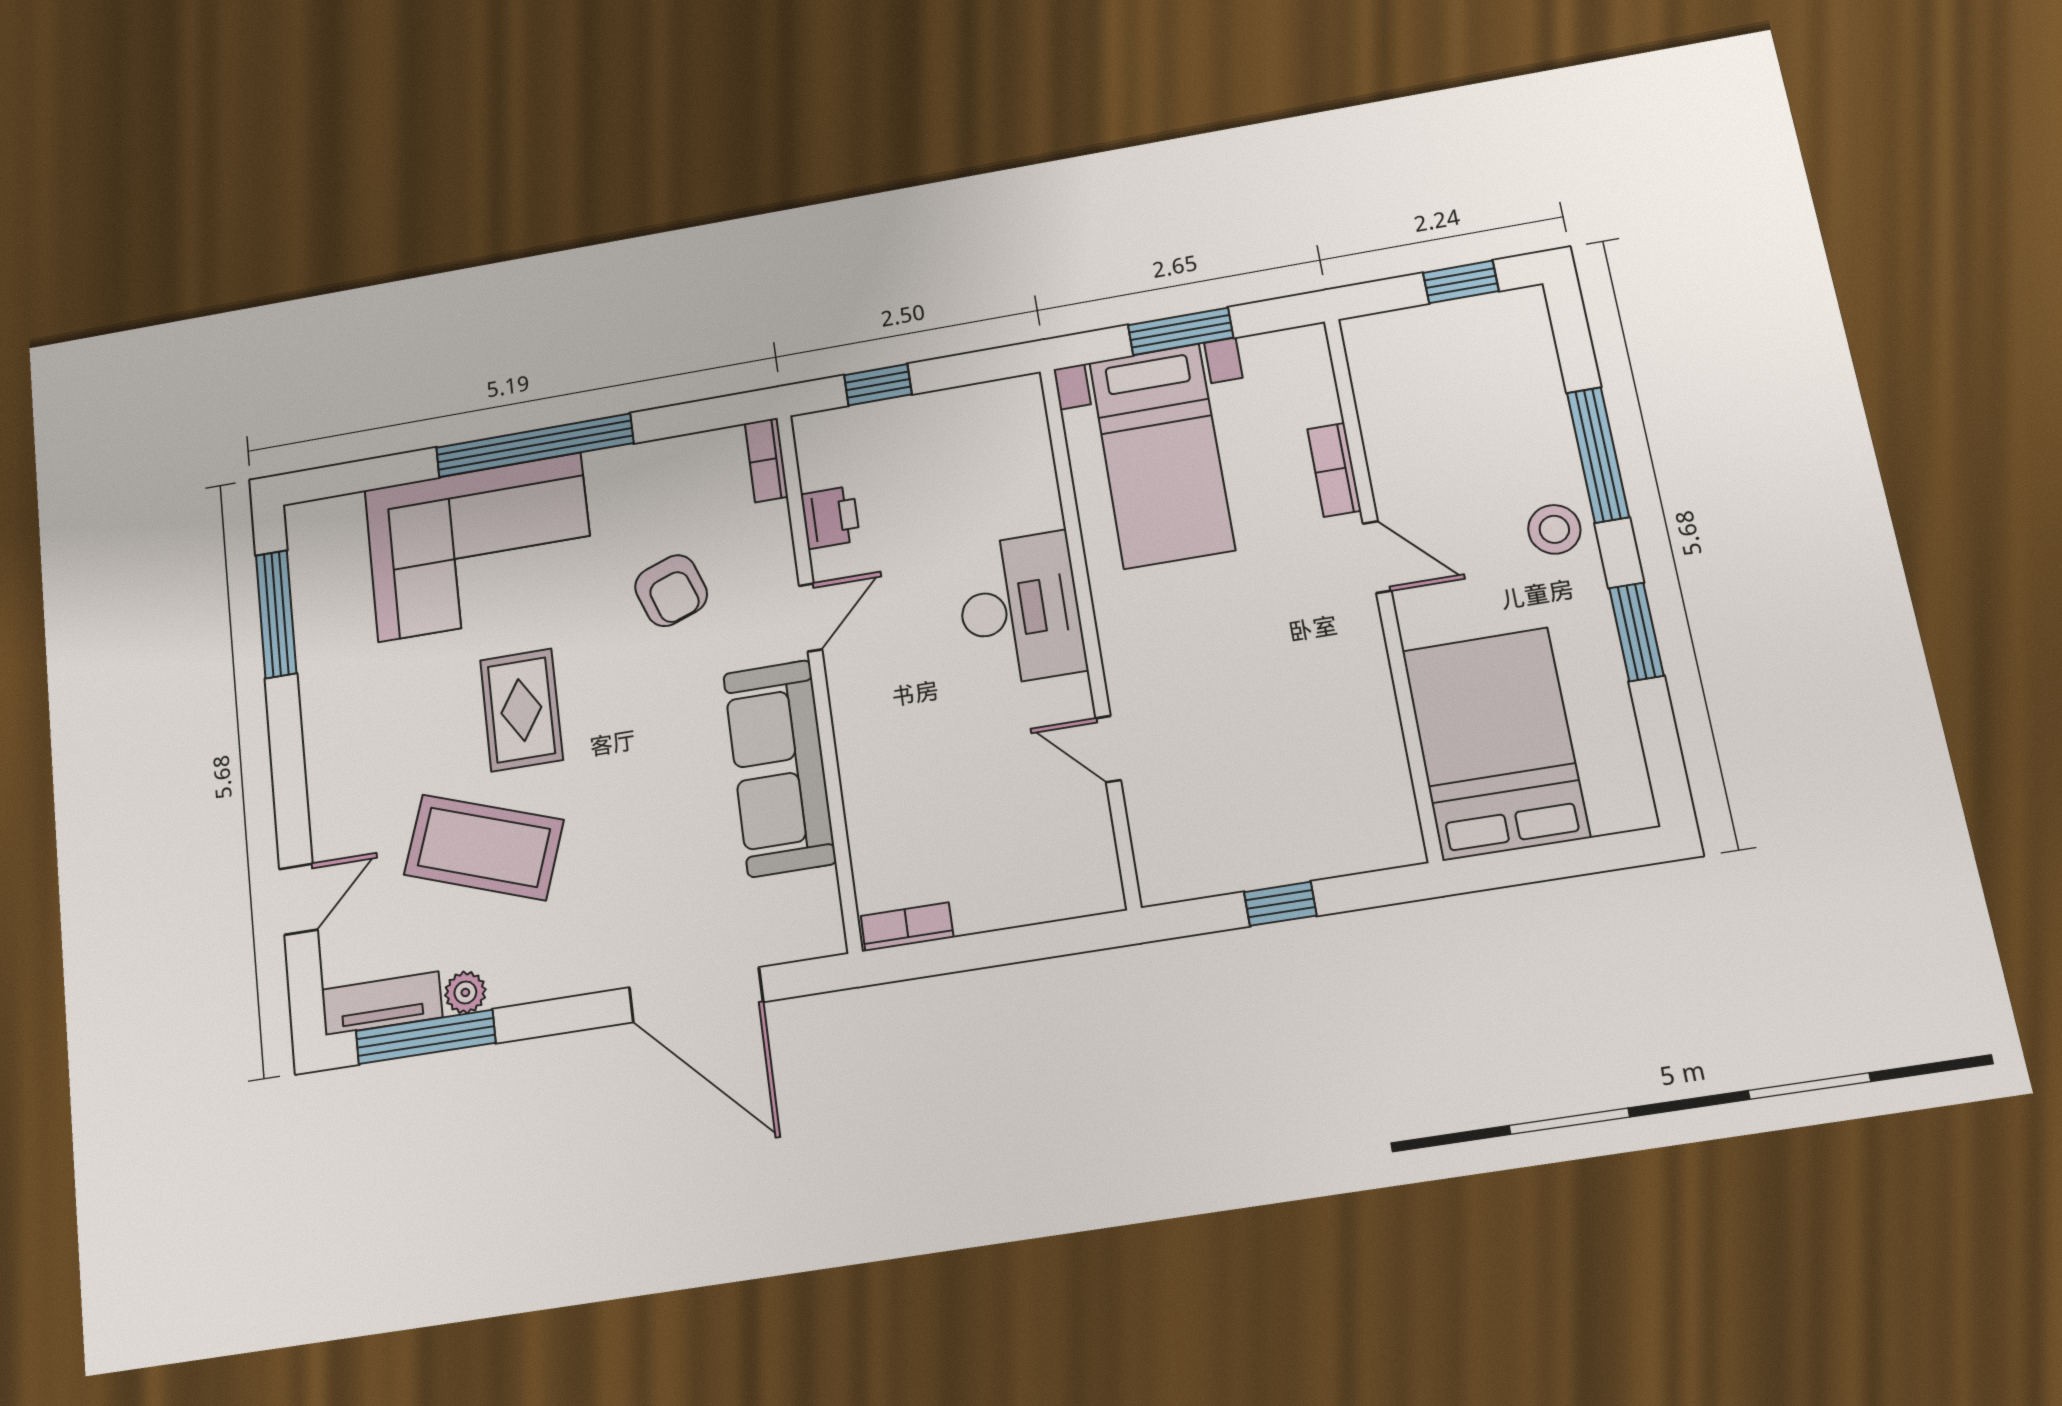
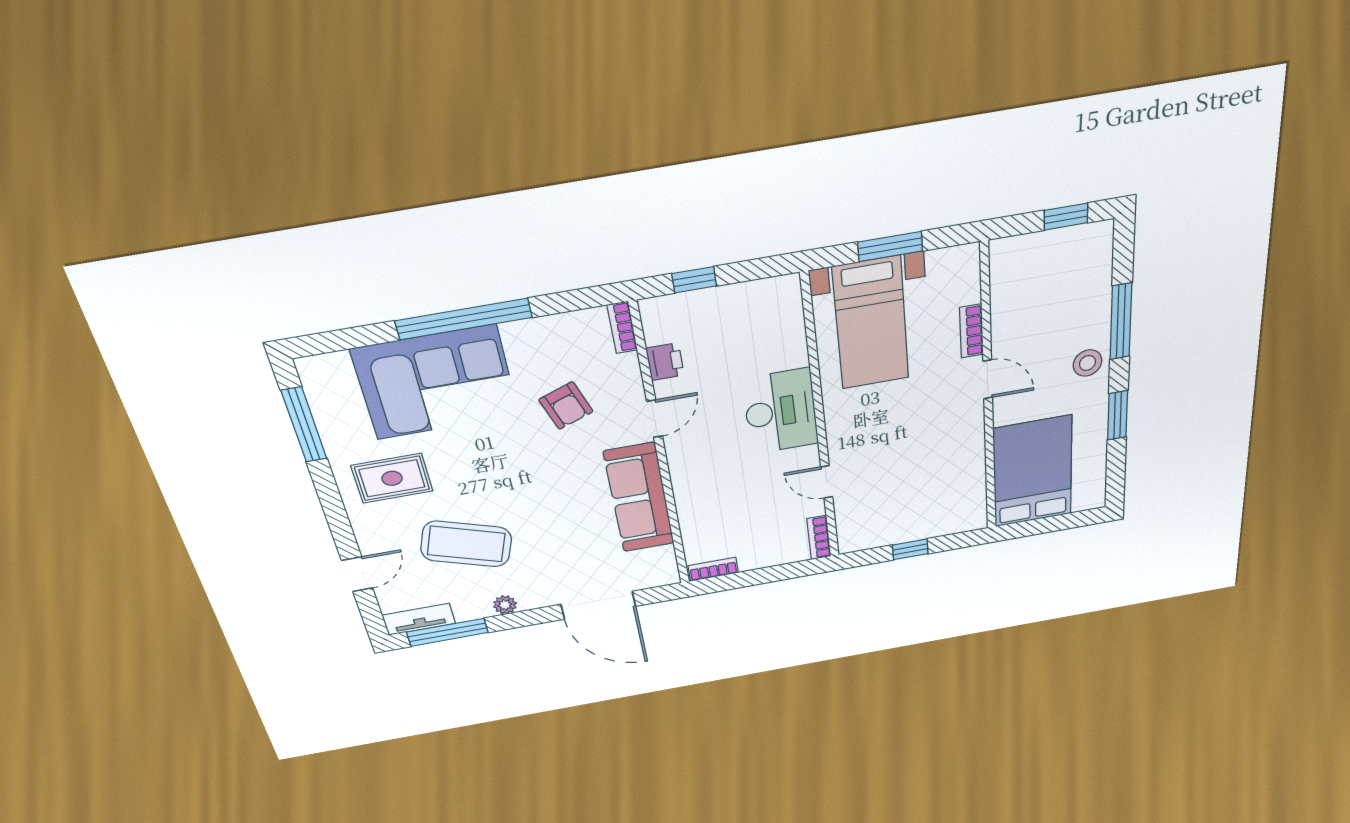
rug: (521, 710) -> (392, 478), moved, turned 90
bookcase: (1102, 867) -> (819, 538), added
plant: (465, 992) -> (505, 605), moved

